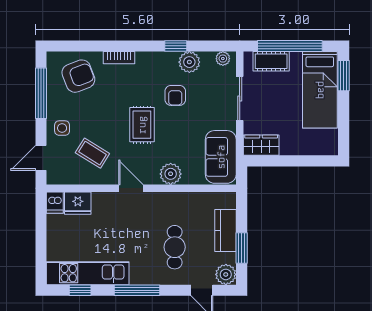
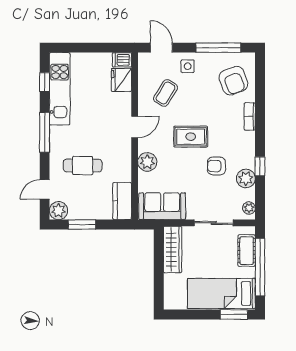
wardrobe: (261, 145) -> (173, 250), width x1.50
kitchen counter: (226, 231) -> (122, 201), moved, turned -90

